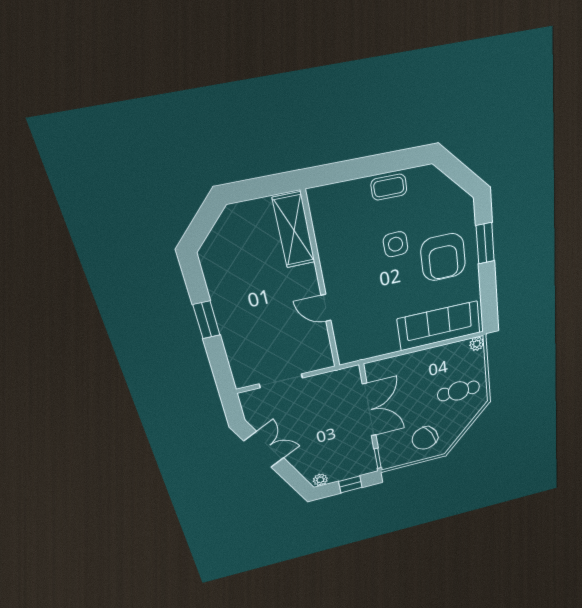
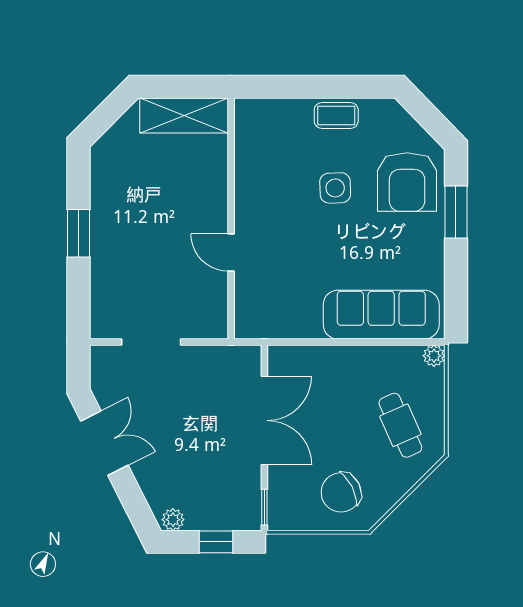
shelving: (294, 230) -> (184, 115), moved, turned 90
armchair: (443, 257) -> (407, 182), moved
cafe table: (458, 391) -> (400, 425), turned 66

